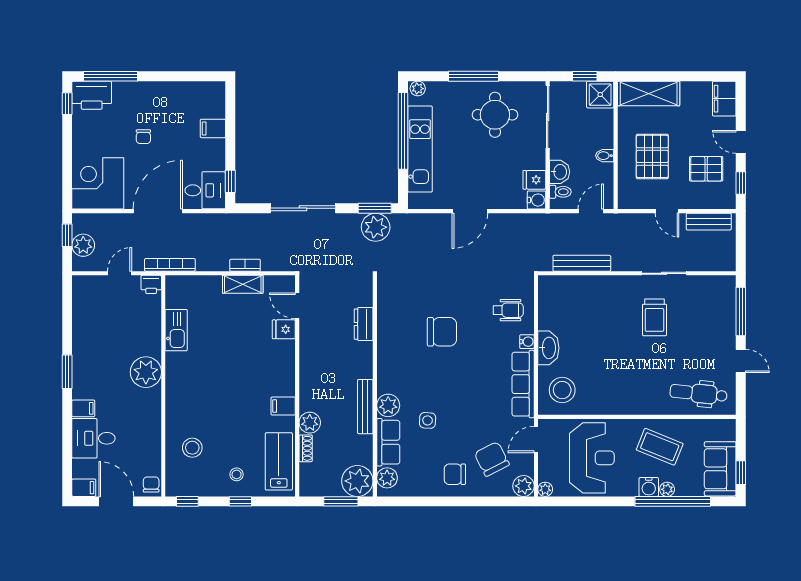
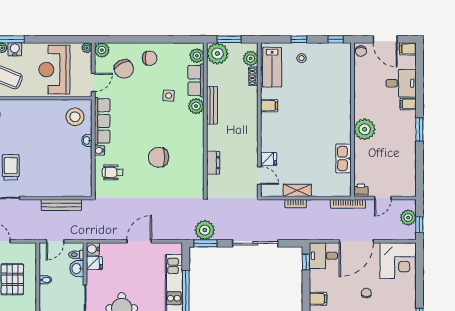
washbasin: (548, 348) -> (87, 140), width x0.52, depth x0.69
plant: (310, 423) -> (251, 58), moved
stool: (192, 448) -> (332, 77), removed

